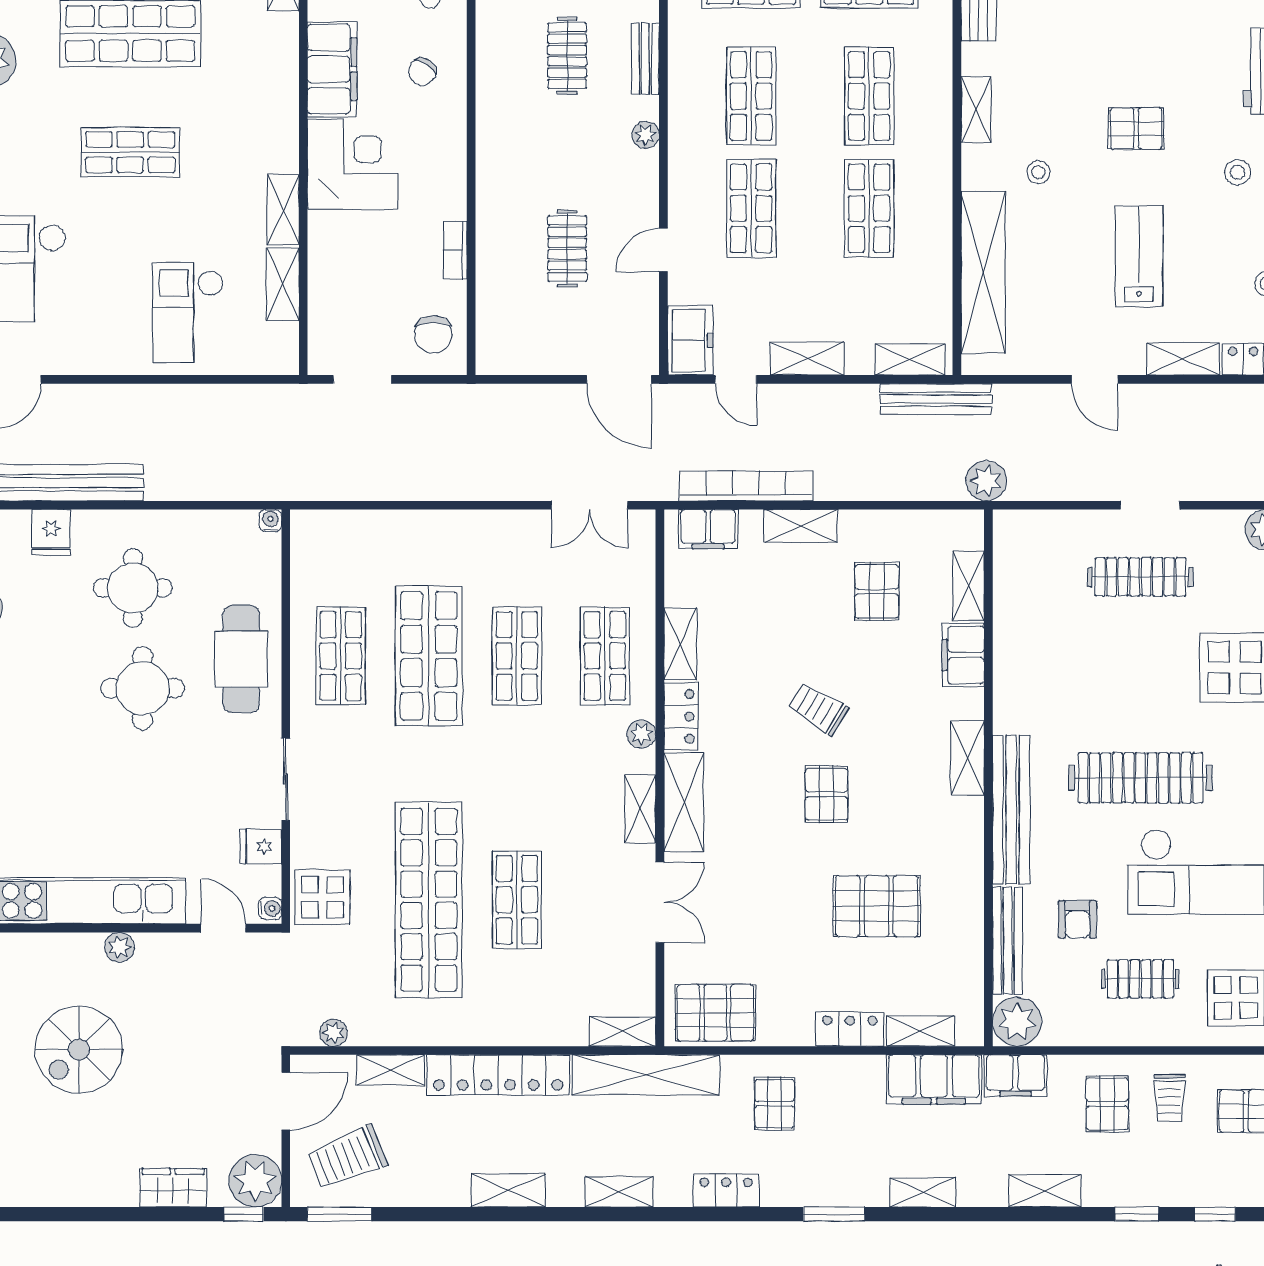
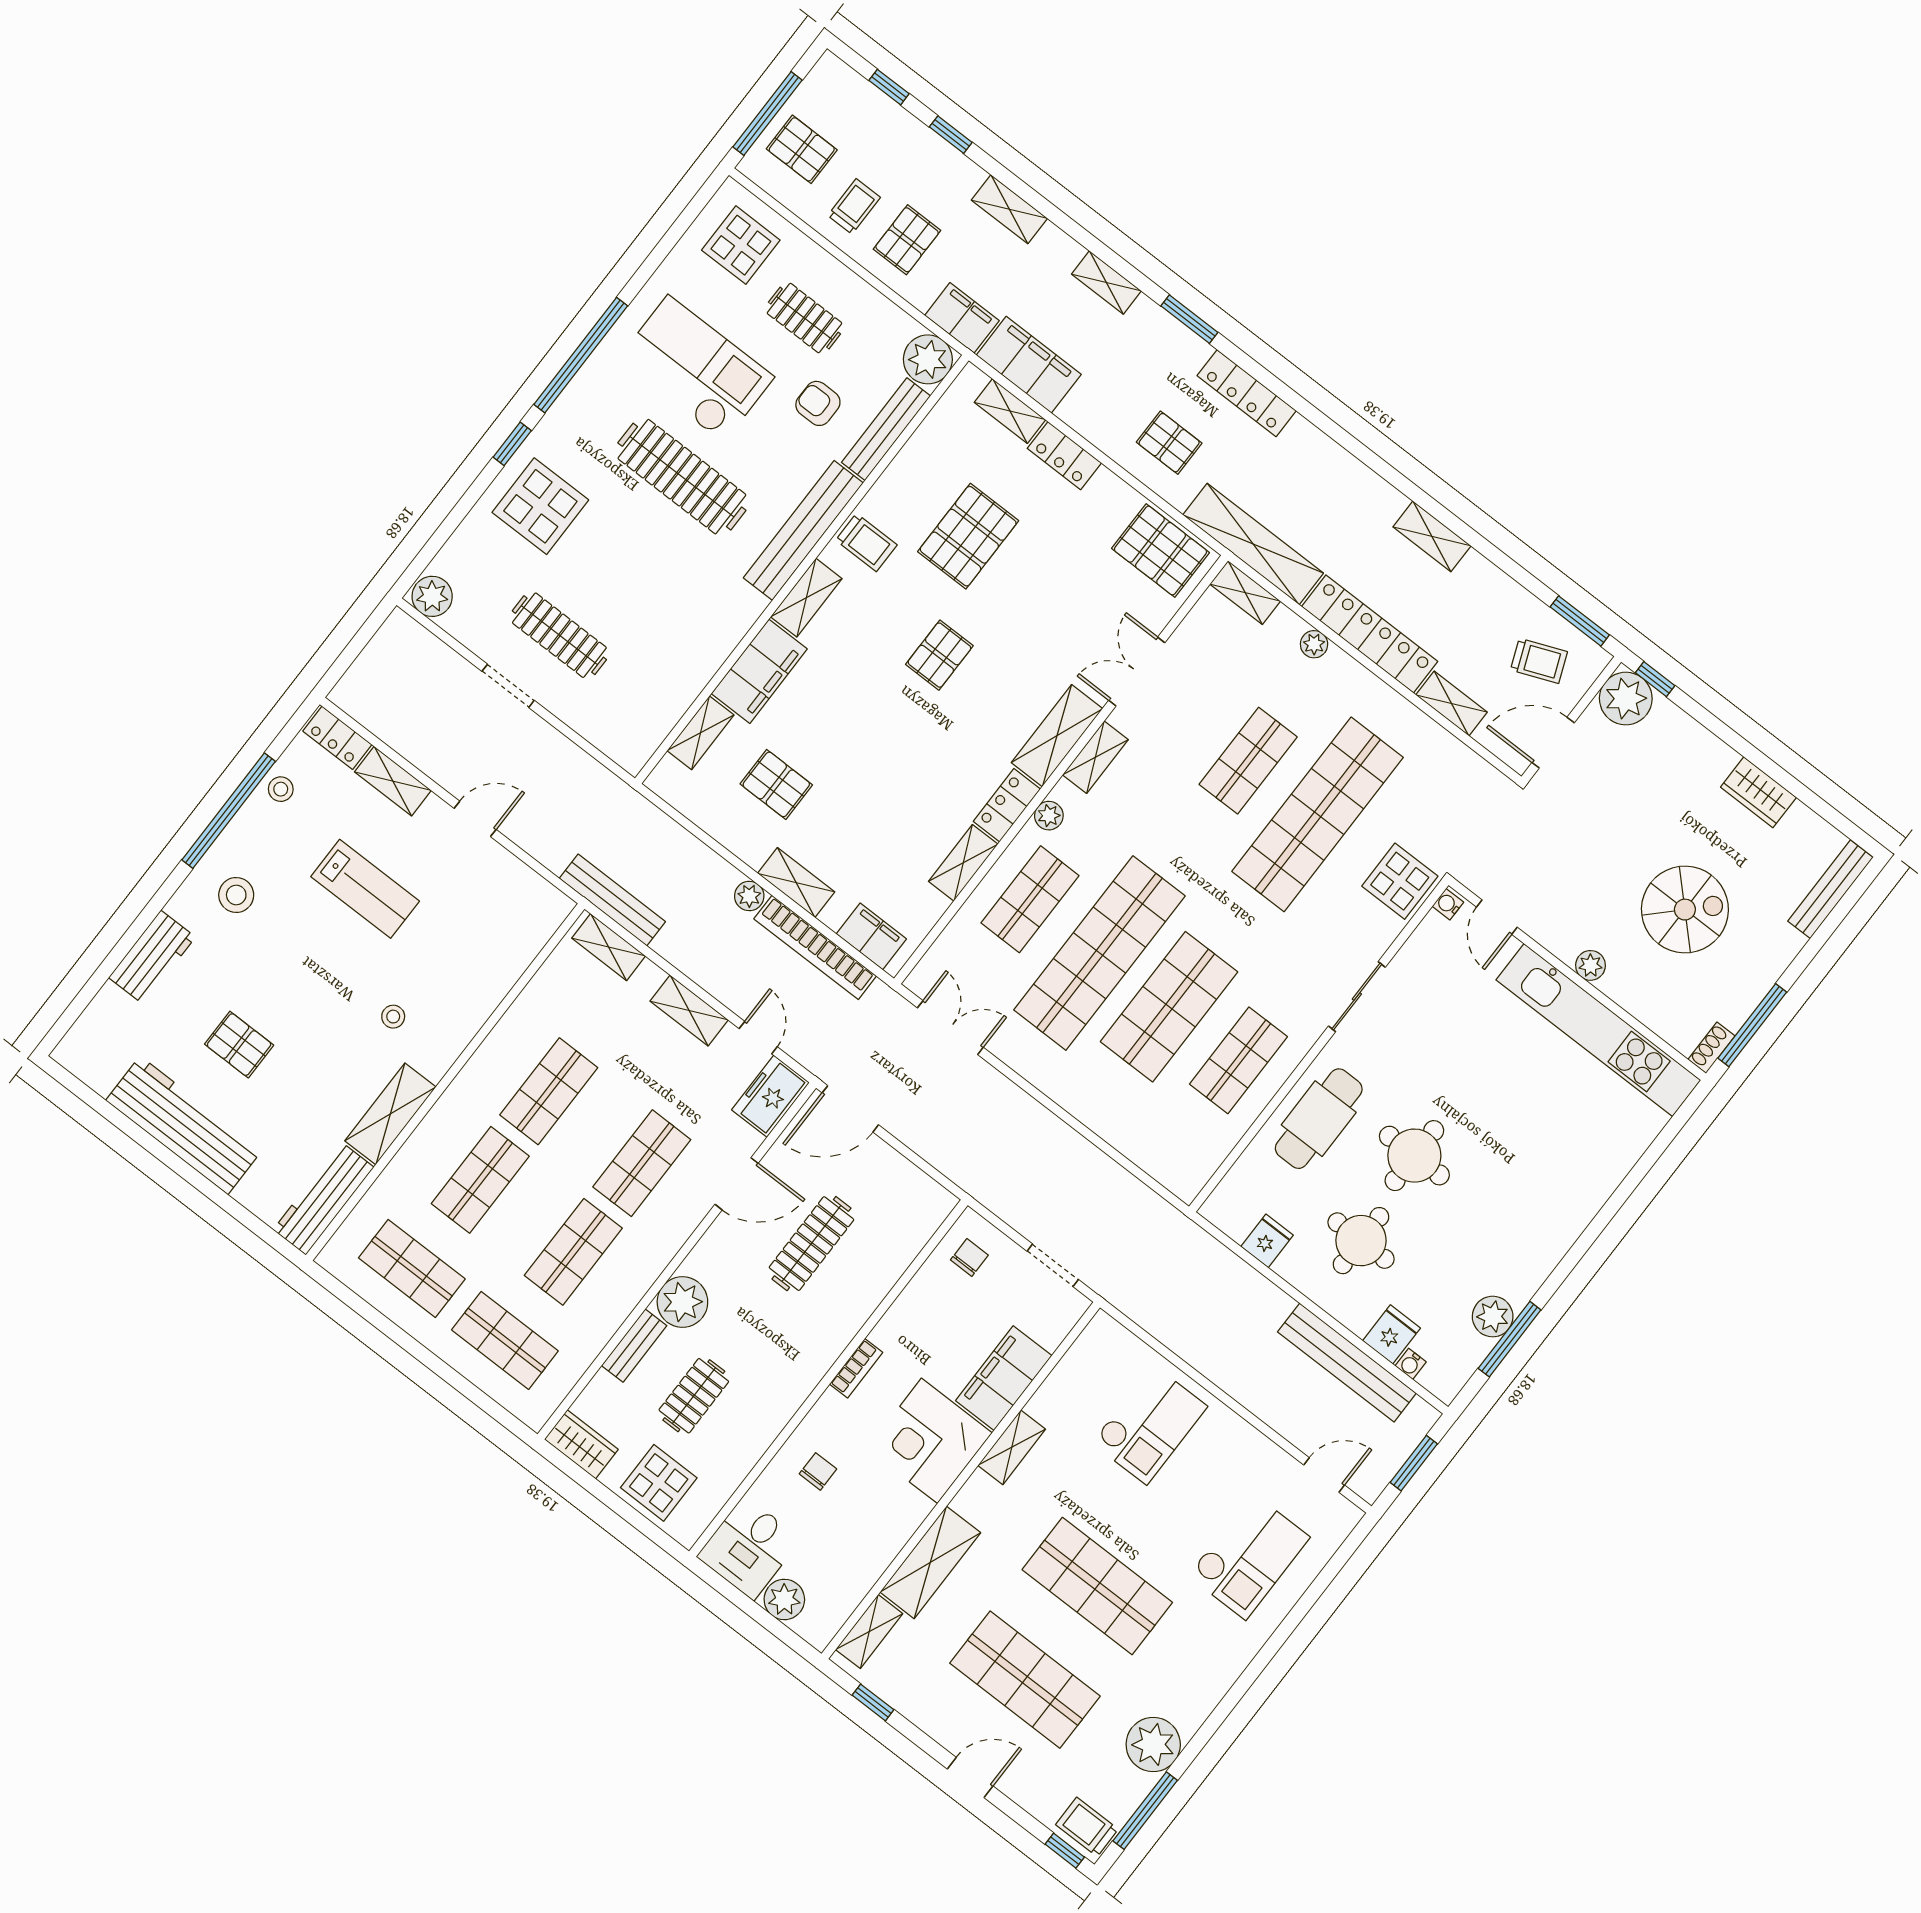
filing cabinet: (332, 69) -> (1004, 1378), moved
chair: (422, 72) -> (818, 1471), turned -33
shelving: (976, 110) -> (390, 1114), width x1.50, depth x1.33
pallet: (1136, 128) -> (239, 1045), moved
plant: (646, 135) -> (682, 1302), width x1.88, depth x1.88
shop shelf: (130, 152) -> (1097, 1586), width x1.43, depth x1.36
stool: (1238, 172) -> (236, 895), width x1.37, depth x1.37
clothes rail: (567, 249) -> (811, 1244), width x1.36
bookcase: (455, 250) -> (856, 1368), moved
door: (663, 250) -> (737, 1184), width x1.38
lab bench: (1139, 256) -> (365, 889), turned -90
shelving: (983, 273) -> (498, 971), removed
shelving: (283, 284) -> (930, 1562), moved, width x1.50, depth x1.33
chair: (433, 334) -> (969, 1257), width x0.73, depth x0.73
door: (619, 379) -> (850, 1109), swing flipped
door: (1095, 379) -> (475, 819), hinge flipped
plant: (986, 481) -> (749, 896), moved, width x0.73, depth x0.73
water cooler: (270, 521) -> (1411, 1364), moved
pallet: (877, 591) -> (776, 784), turned 90
filing cabinet: (963, 655) -> (759, 671), width x1.50, depth x1.17
shop shelf: (517, 656) -> (1099, 953), width x2.00, depth x1.36
trolley: (818, 709) -> (866, 543), moved, turned -31
fridge: (261, 846) -> (1267, 1241), moved, turned -90
pallet: (877, 906) -> (968, 536), turned 90
armchair: (1077, 919) -> (818, 403), turned -90
plant: (334, 1033) -> (1314, 644), moved
pallet: (775, 1104) -> (1169, 443), turned 90
trolley: (347, 1157) -> (1539, 661), width x0.73, depth x0.72
wardrobe: (173, 1188) -> (1758, 792), moved
locker: (726, 1191) -> (1247, 393), width x1.53
shelving: (619, 1192) -> (1346, 468), removed

